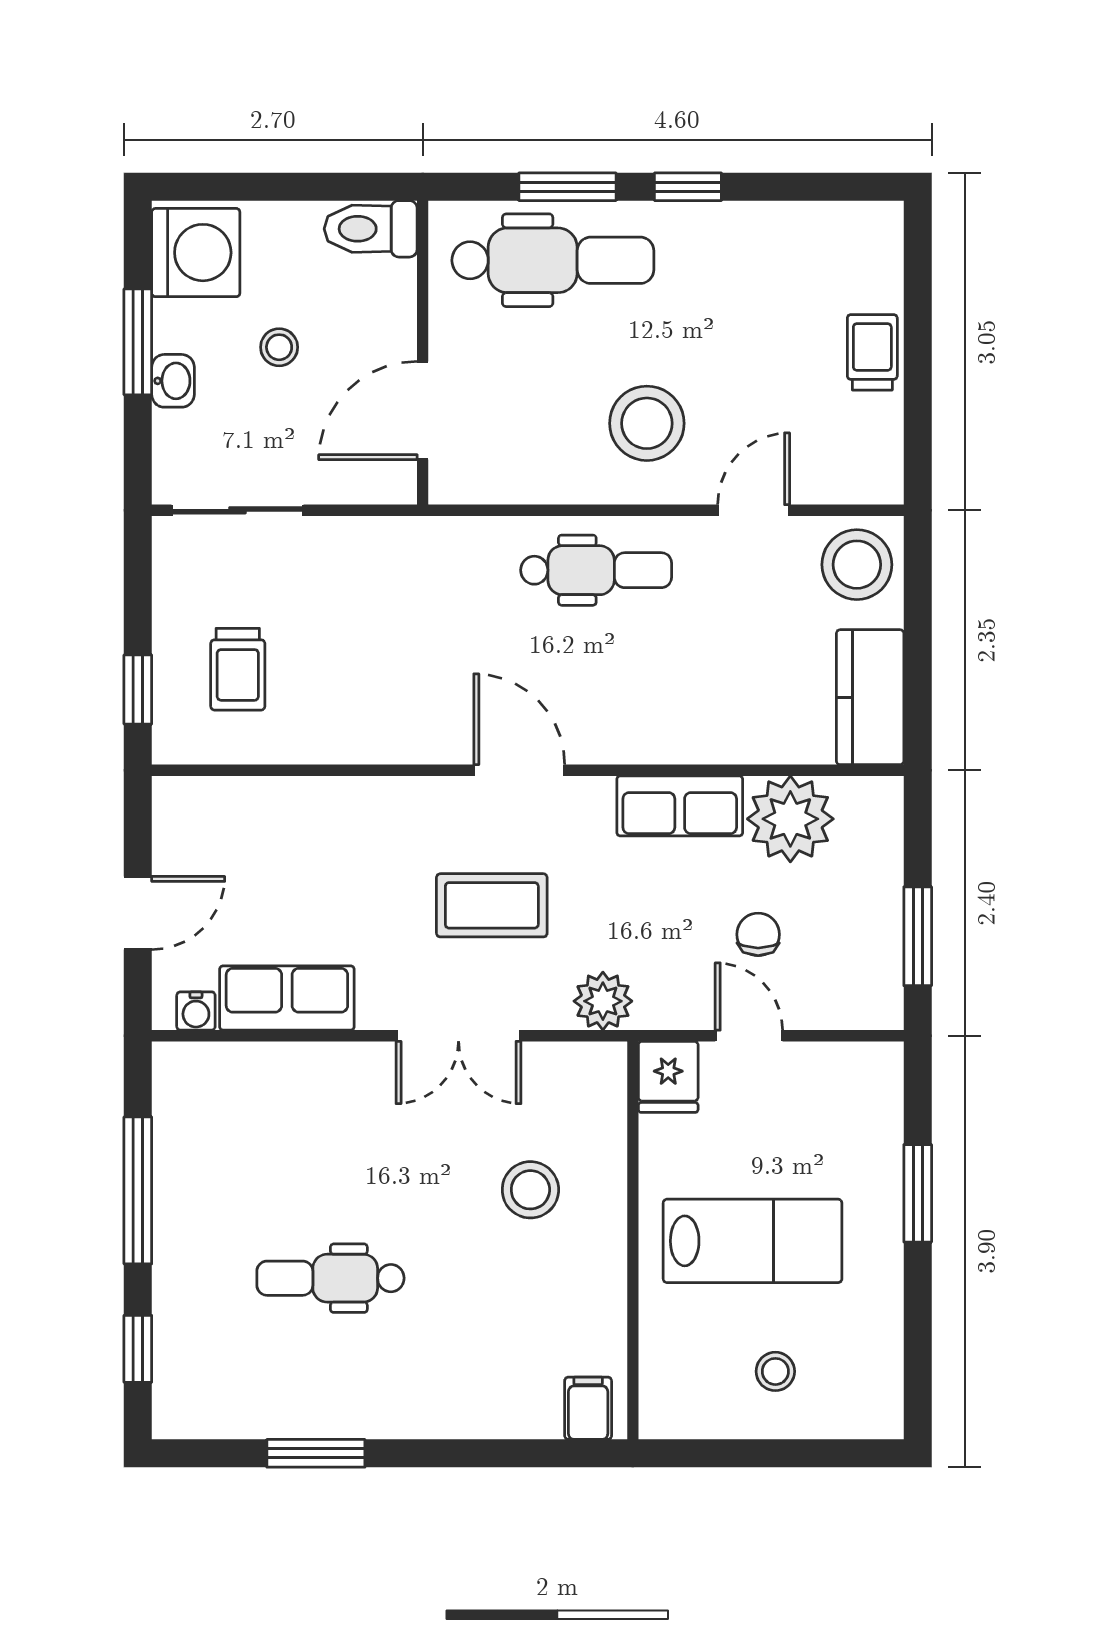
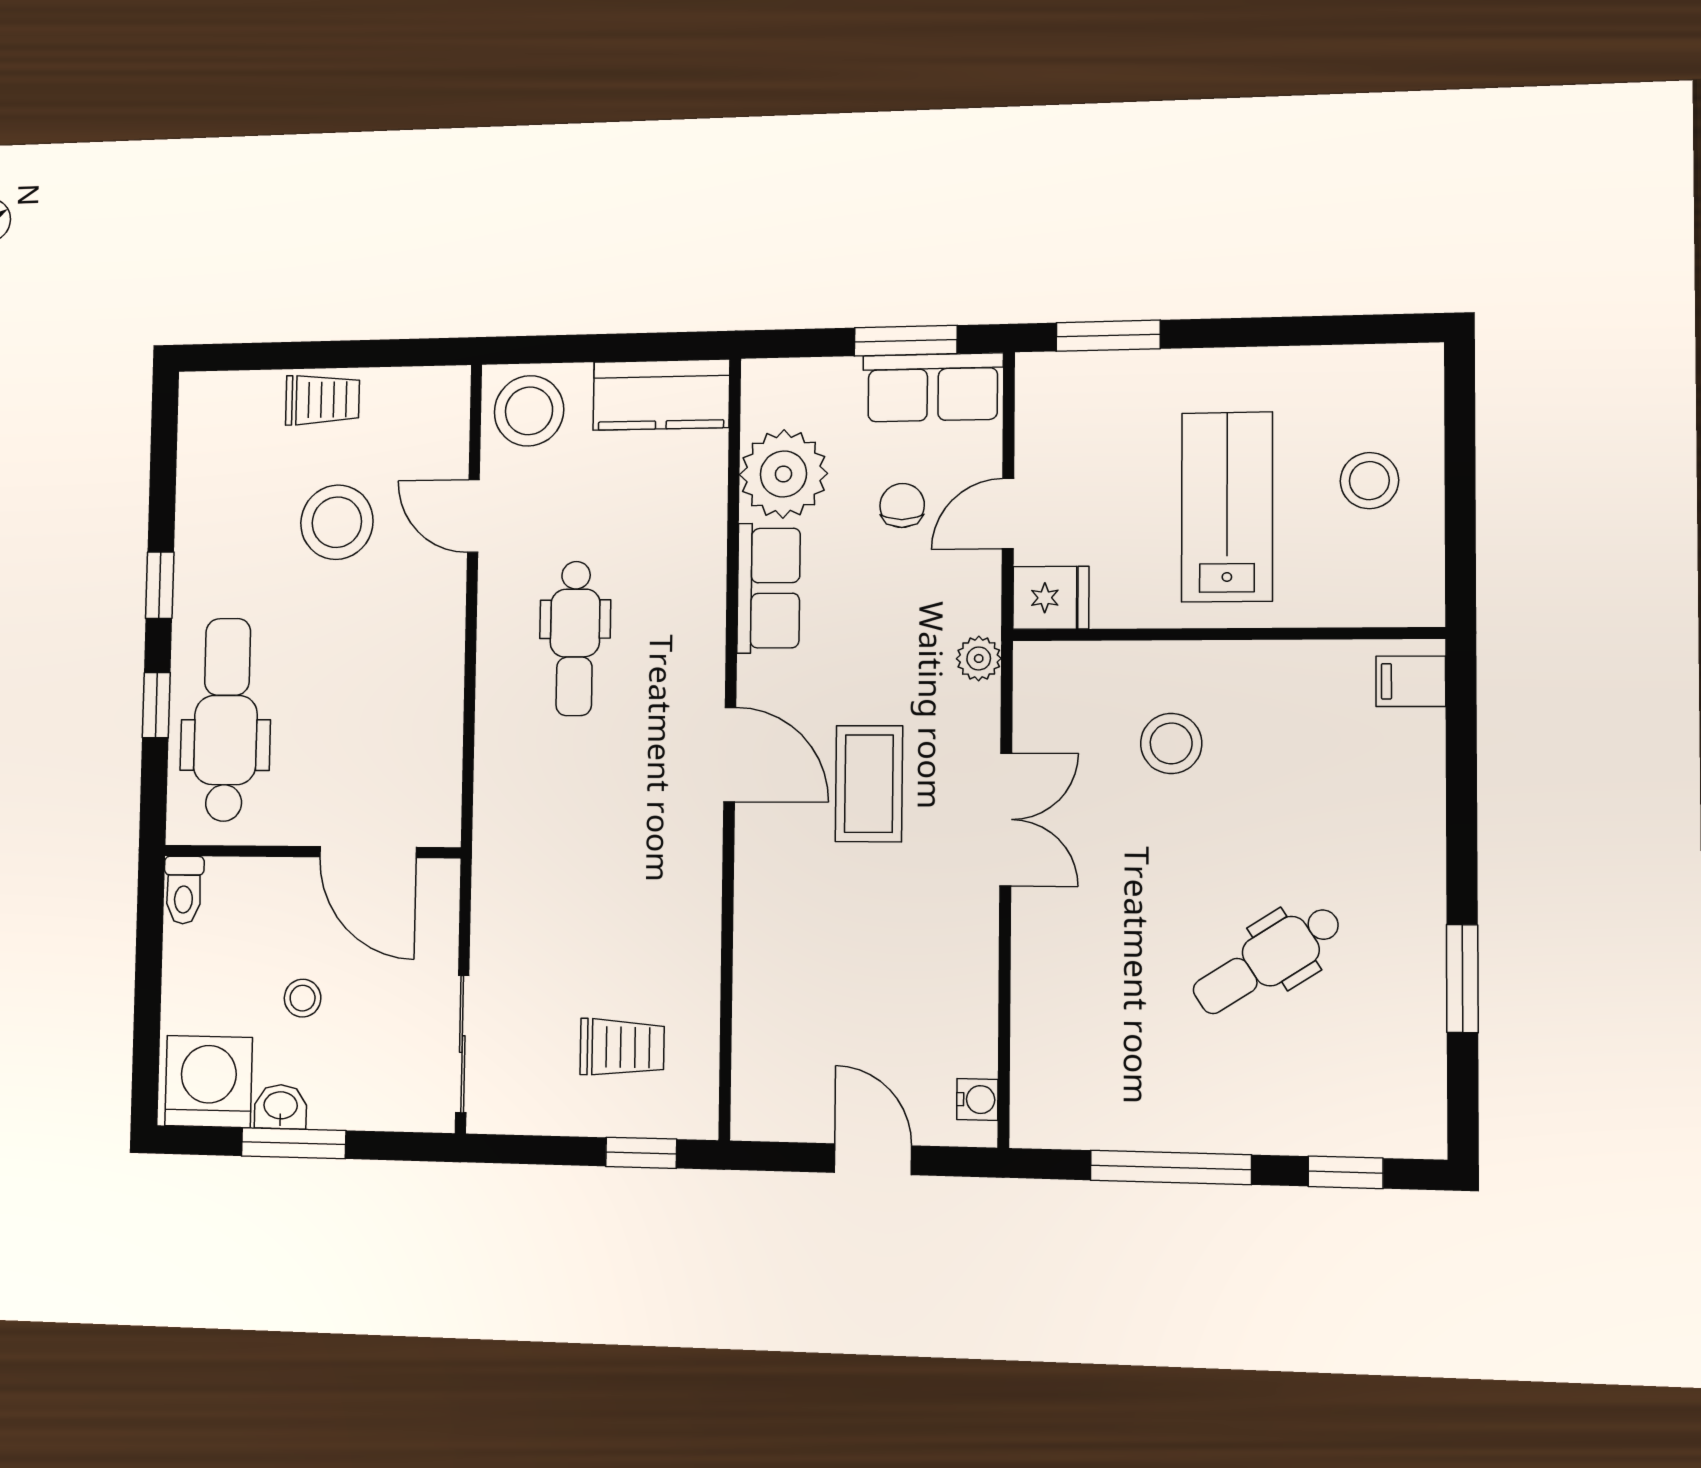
window: (567, 187) -> (156, 705), width x0.67
toilet: (371, 229) -> (184, 890), width x0.73, depth x0.72
trolley: (872, 352) -> (323, 400), turned 180
washbasin: (173, 381) -> (281, 1107), moved
stool: (647, 423) -> (337, 522), moved
dental chair: (596, 570) -> (575, 638), moved, turned 180
door: (519, 770) -> (730, 754), swing flipped
chair: (758, 934) -> (902, 505), turned 90
row of seats: (287, 998) -> (933, 387), moved, turned -90
plant: (603, 1001) -> (979, 658), width x0.73, depth x0.73
window: (918, 1193) -> (1108, 336), moved
dental chair: (330, 1278) -> (1267, 960), turned 57
stool: (775, 1371) -> (1369, 481), width x1.37, depth x1.37

